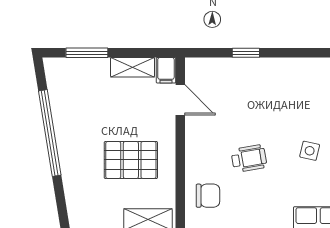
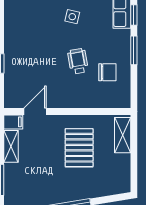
chair: (208, 196) -> (107, 72), moved, turned 90

